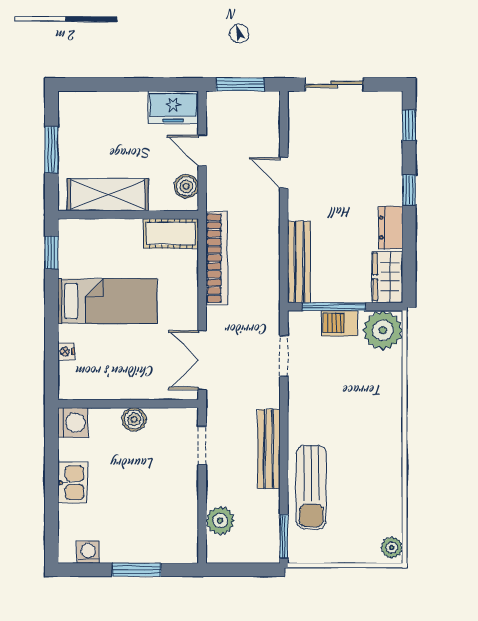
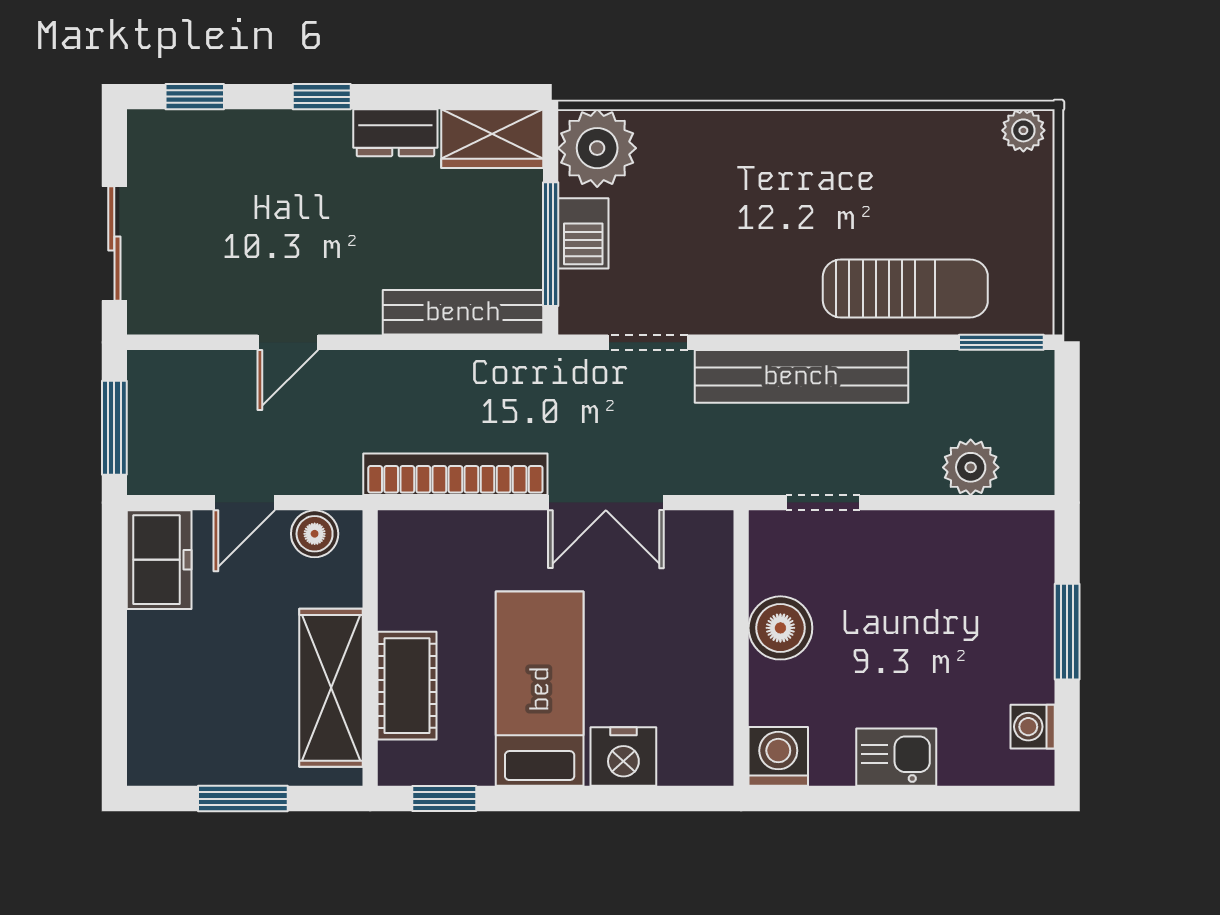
cot: (171, 233) -> (407, 686), moved
nightstand: (66, 352) -> (623, 757), width x1.89, depth x1.79
double door: (202, 360) -> (606, 503), moved
boiler: (134, 419) -> (780, 628), width x1.36, depth x1.36
bench: (269, 449) -> (801, 376), width x1.37, depth x1.21

